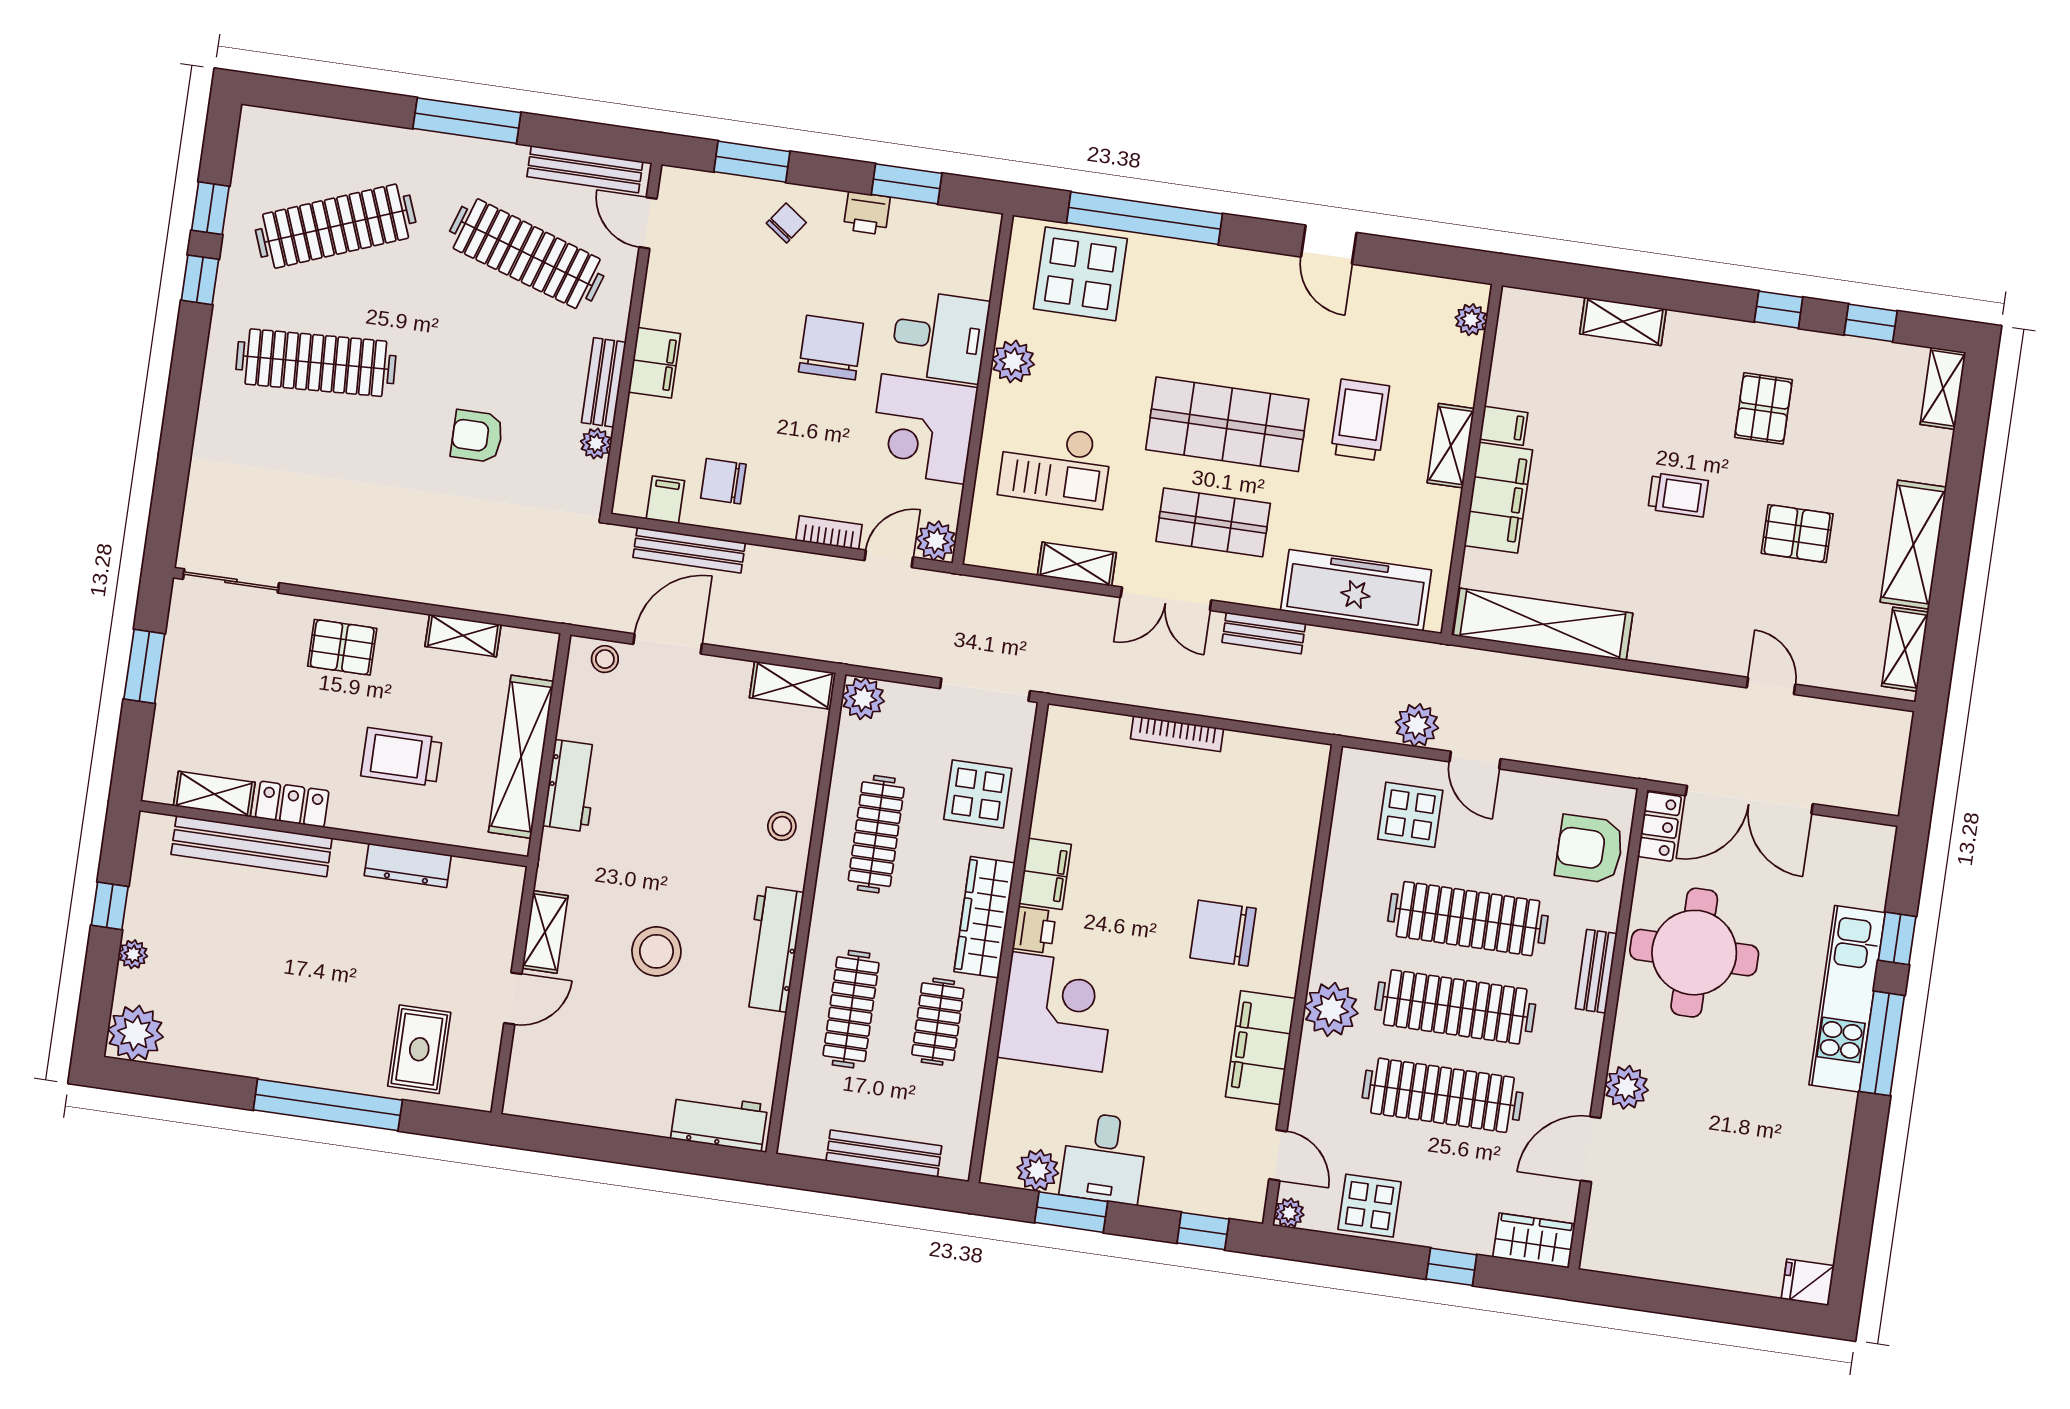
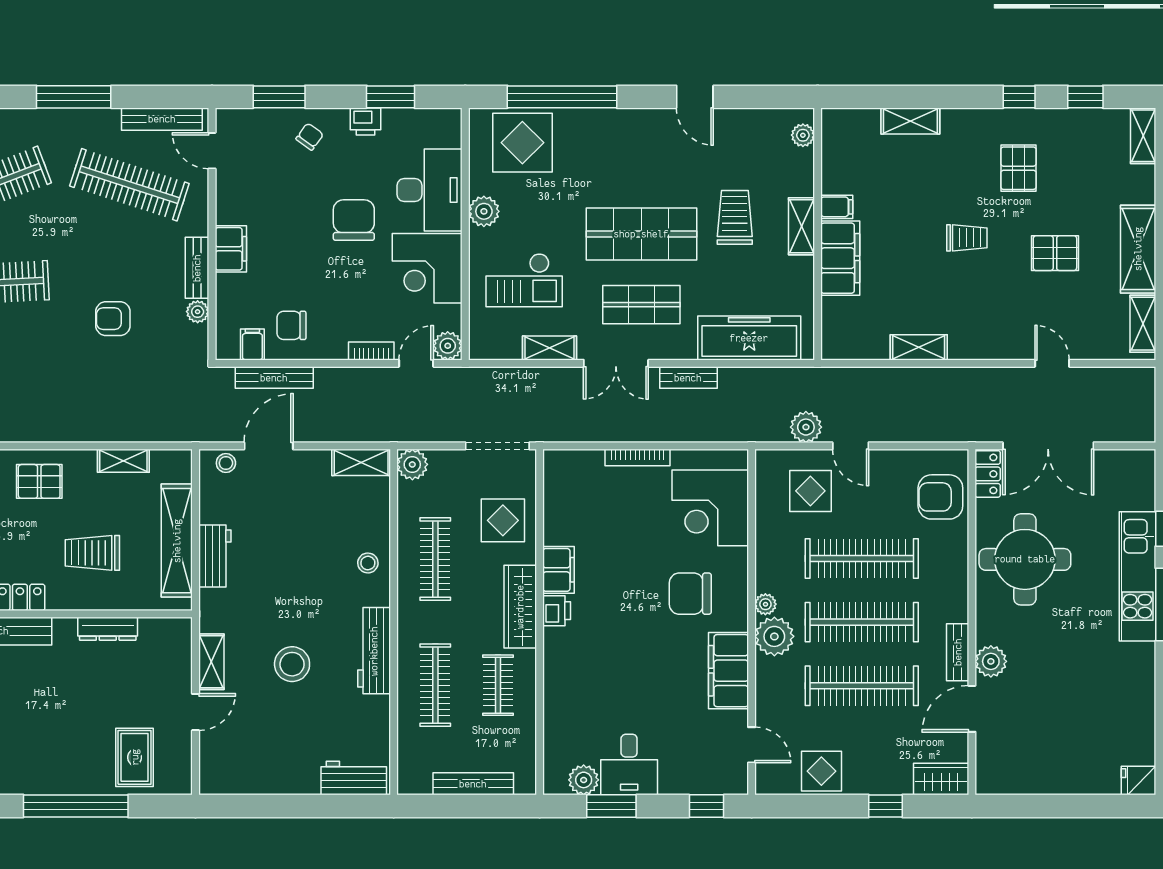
desk: (940, 337) -> (430, 190), width x1.37
shelving: (1543, 624) -> (919, 347), width x0.45, depth x0.75
bench: (1596, 971) -> (958, 652), moved
corner desk: (1057, 1012) -> (710, 508), moved, turned 180
plant: (1289, 1213) -> (765, 604), moved

